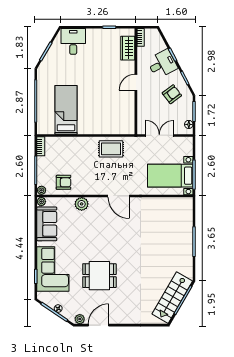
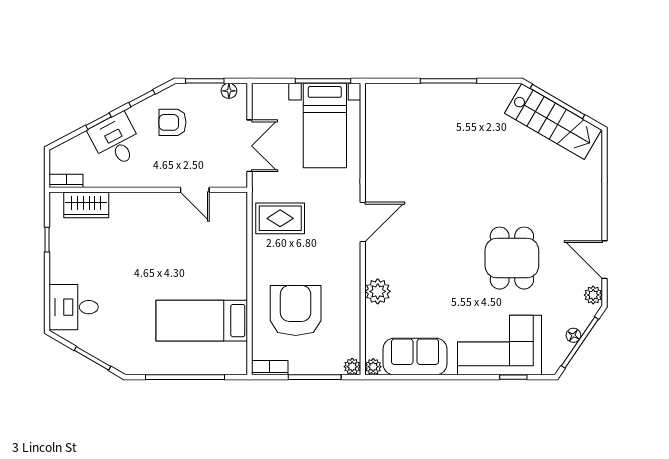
door: (136, 82) -> (195, 190), moved
armchair: (172, 94) -> (172, 122), turned -53
double door: (159, 135) -> (250, 146), swing flipped
rug: (111, 149) -> (280, 218), moved, turned 90
armchair: (63, 182) -> (296, 310), moved, width x1.88, depth x1.88

